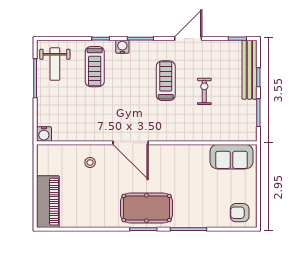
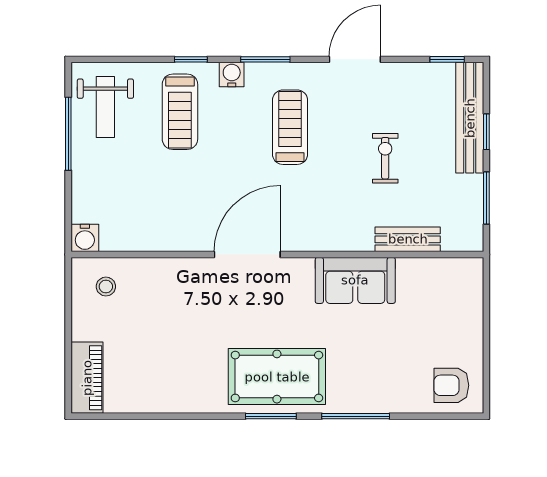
treadmill: (166, 81) -> (290, 127), moved
bench: (216, 135) -> (408, 239), added
door: (131, 143) -> (247, 254), swing flipped
sofa: (232, 157) -> (355, 280), moved
stool: (90, 162) -> (106, 287), moved
piano: (48, 202) -> (87, 378), width x0.73, depth x0.75

